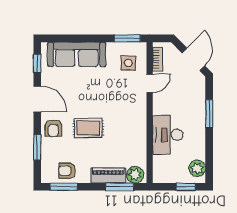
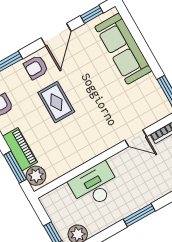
side table: (128, 63) -> (144, 105), removed

